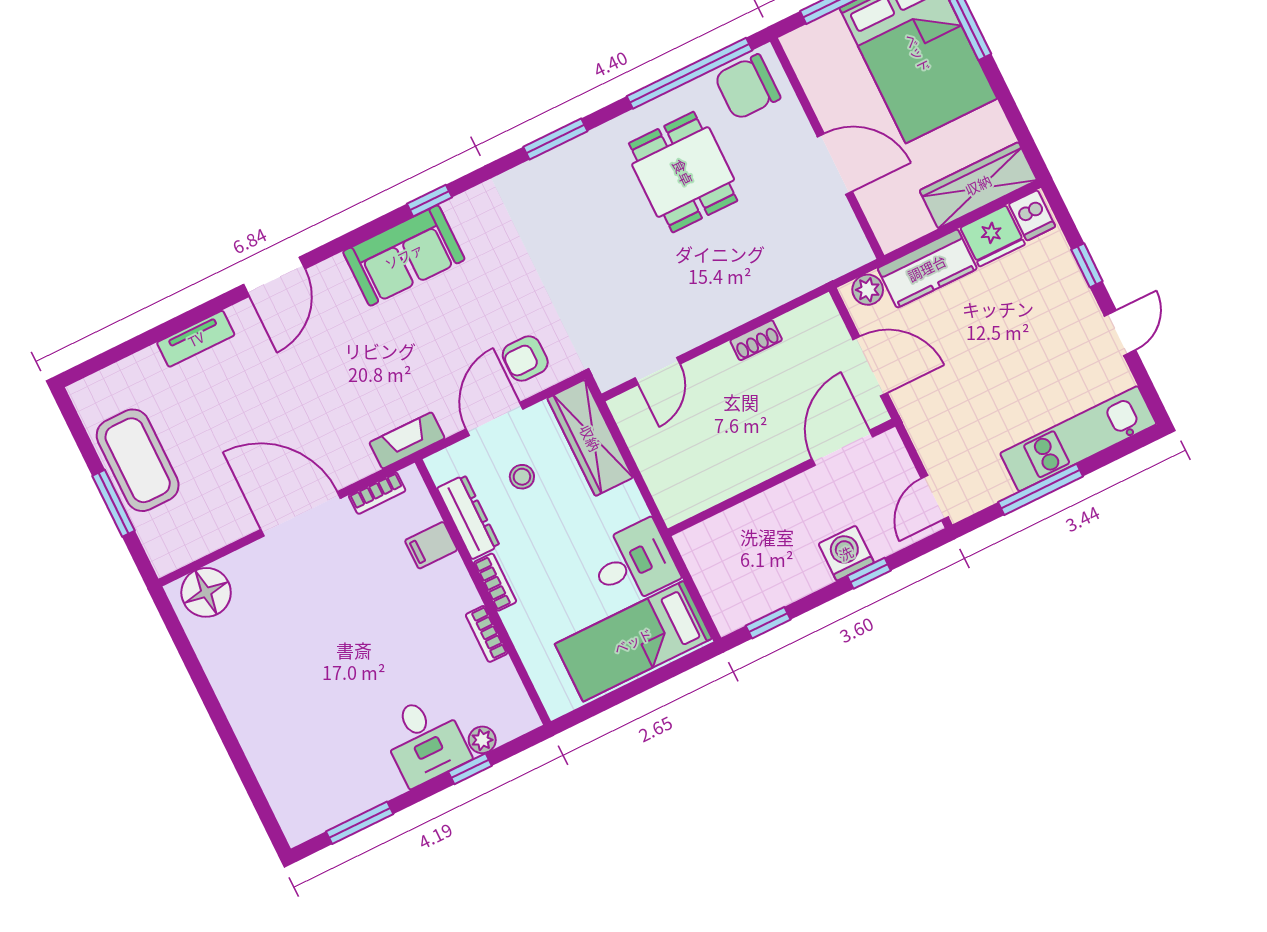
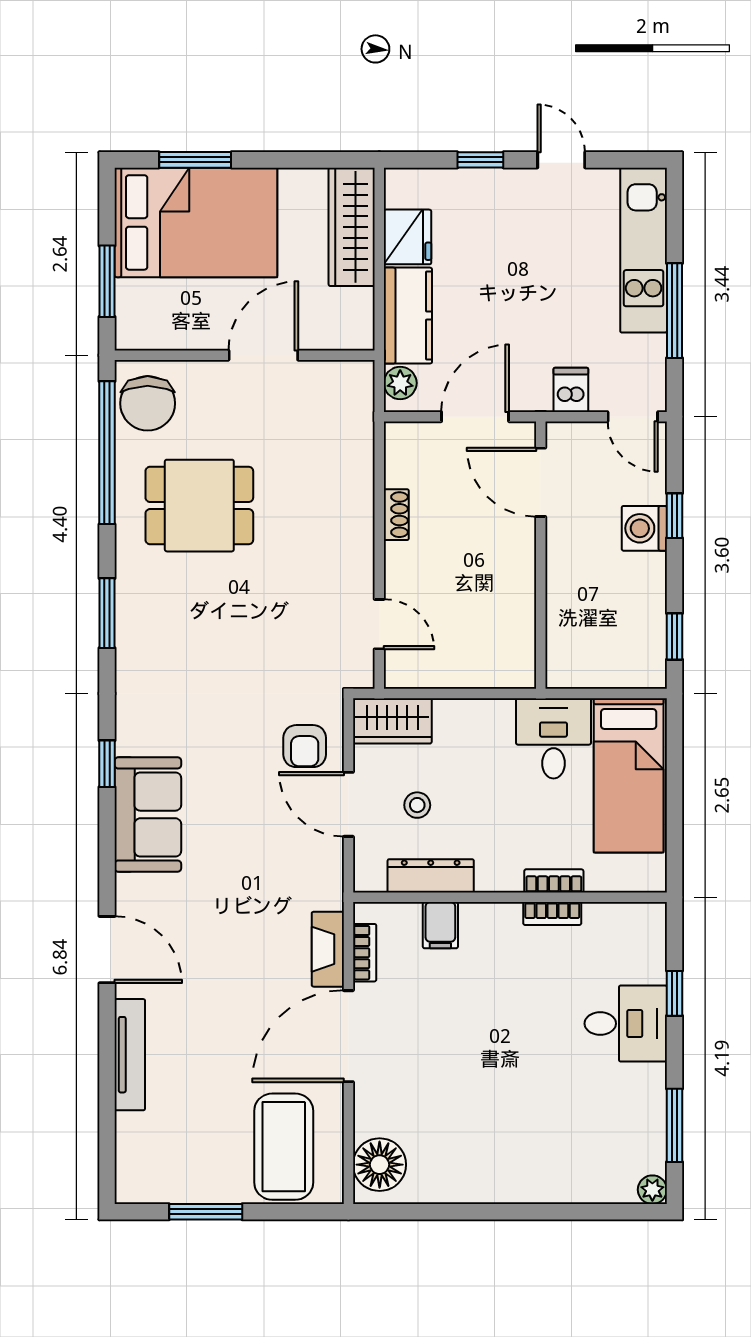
dishwasher: (1032, 215) -> (571, 390), moved, turned -90
tv unit: (196, 339) -> (130, 1055), width x1.41
wardrobe: (590, 438) -> (392, 721), width x0.67
fireplace: (407, 440) -> (328, 949), moved
coffee table: (138, 460) -> (284, 1147), moved, turned 90
window: (114, 503) -> (206, 1212), moved
bookcase: (495, 582) -> (554, 881), moved
plant: (482, 740) -> (652, 1190), moved

